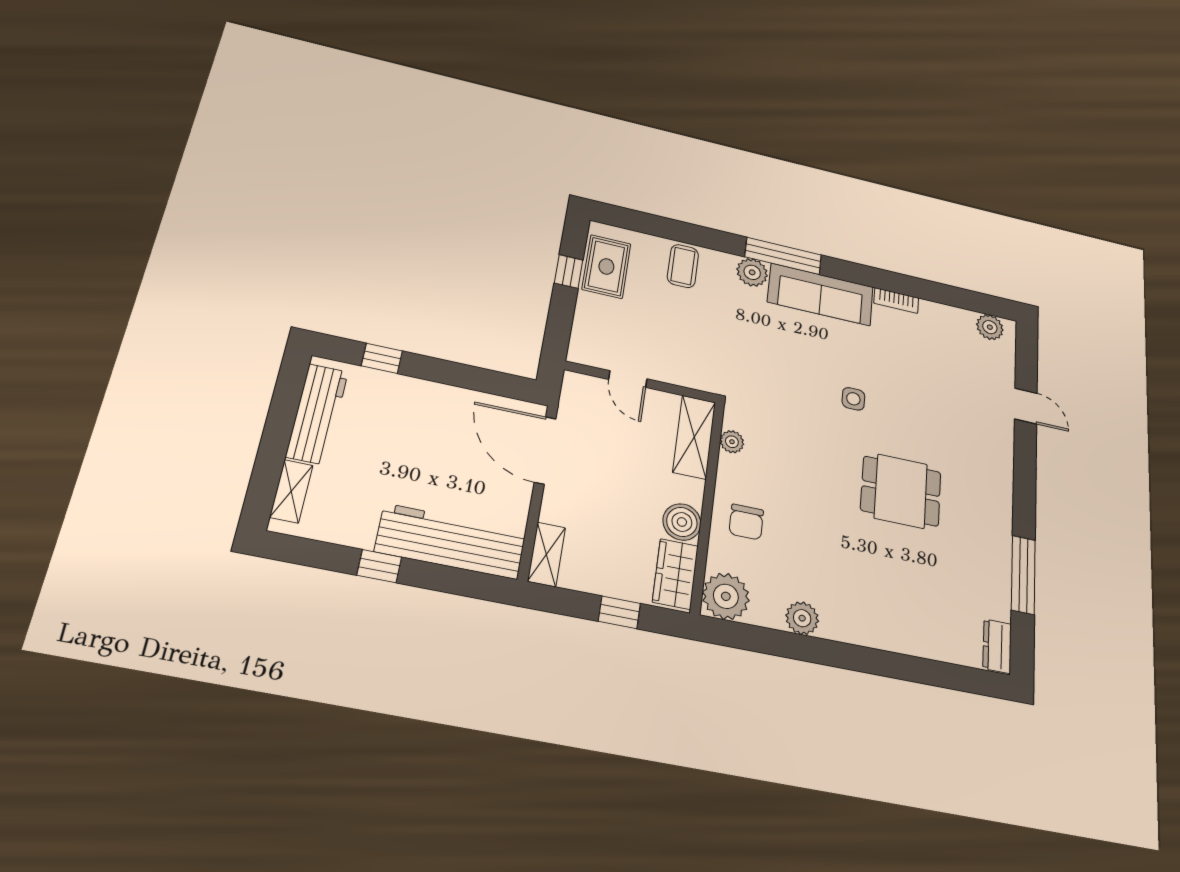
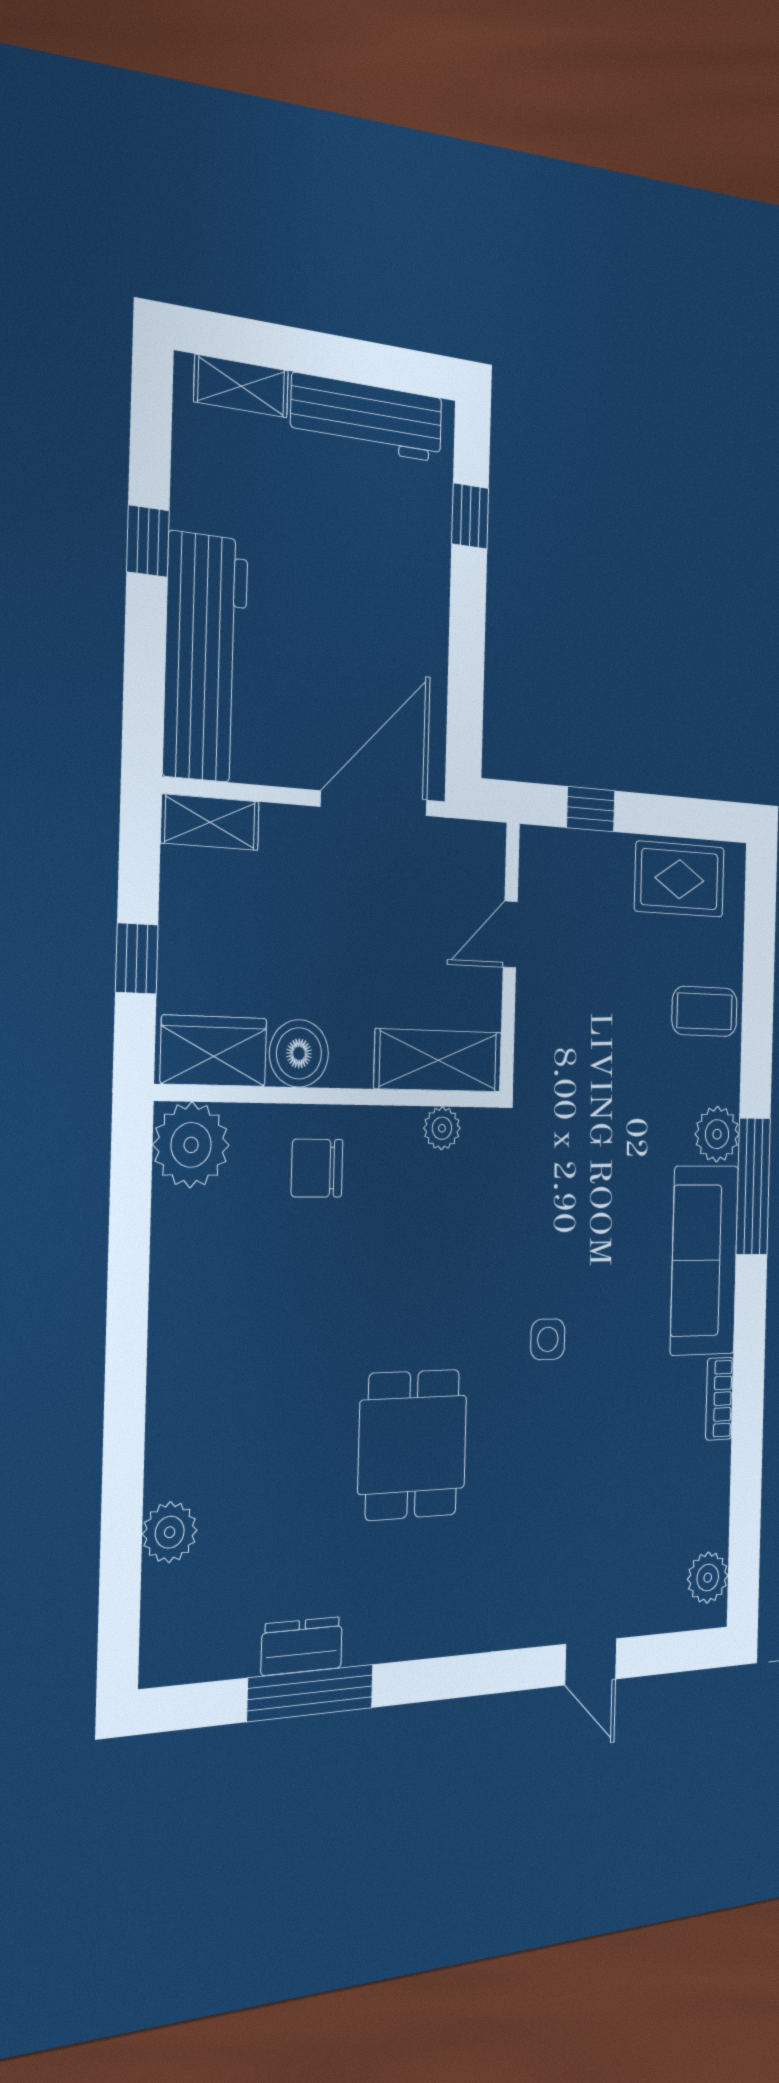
window: (569, 272) -> (591, 809), moved
door: (1026, 406) -> (591, 1662), hinge flipped
plant: (802, 618) -> (170, 1532), moved
dresser: (997, 646) -> (302, 1646), moved

